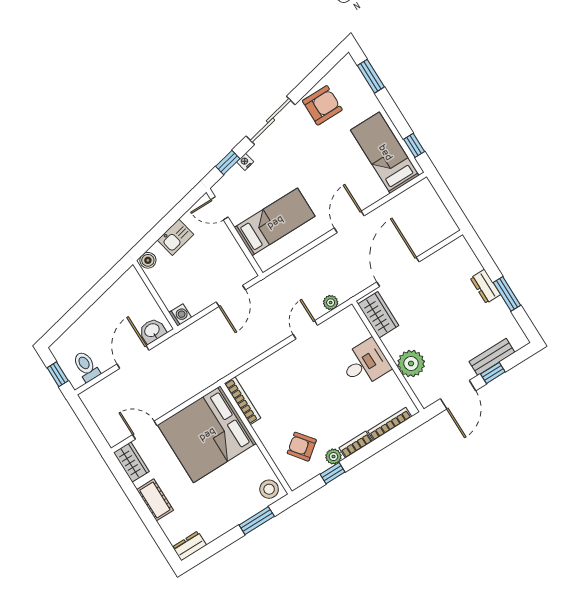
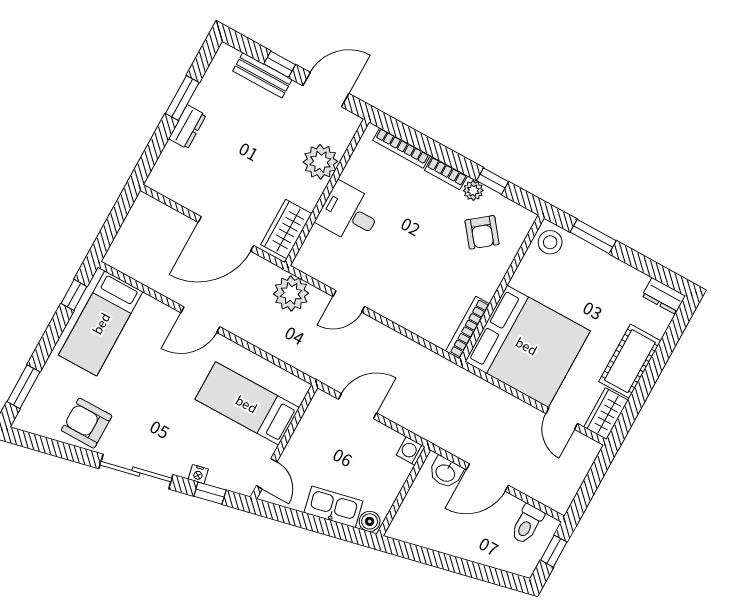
kitchen sink: (176, 237) -> (333, 507), width x1.38
plant: (331, 303) -> (291, 293), width x1.87, depth x1.87
cot: (155, 500) -> (630, 361), width x1.37, depth x1.34

